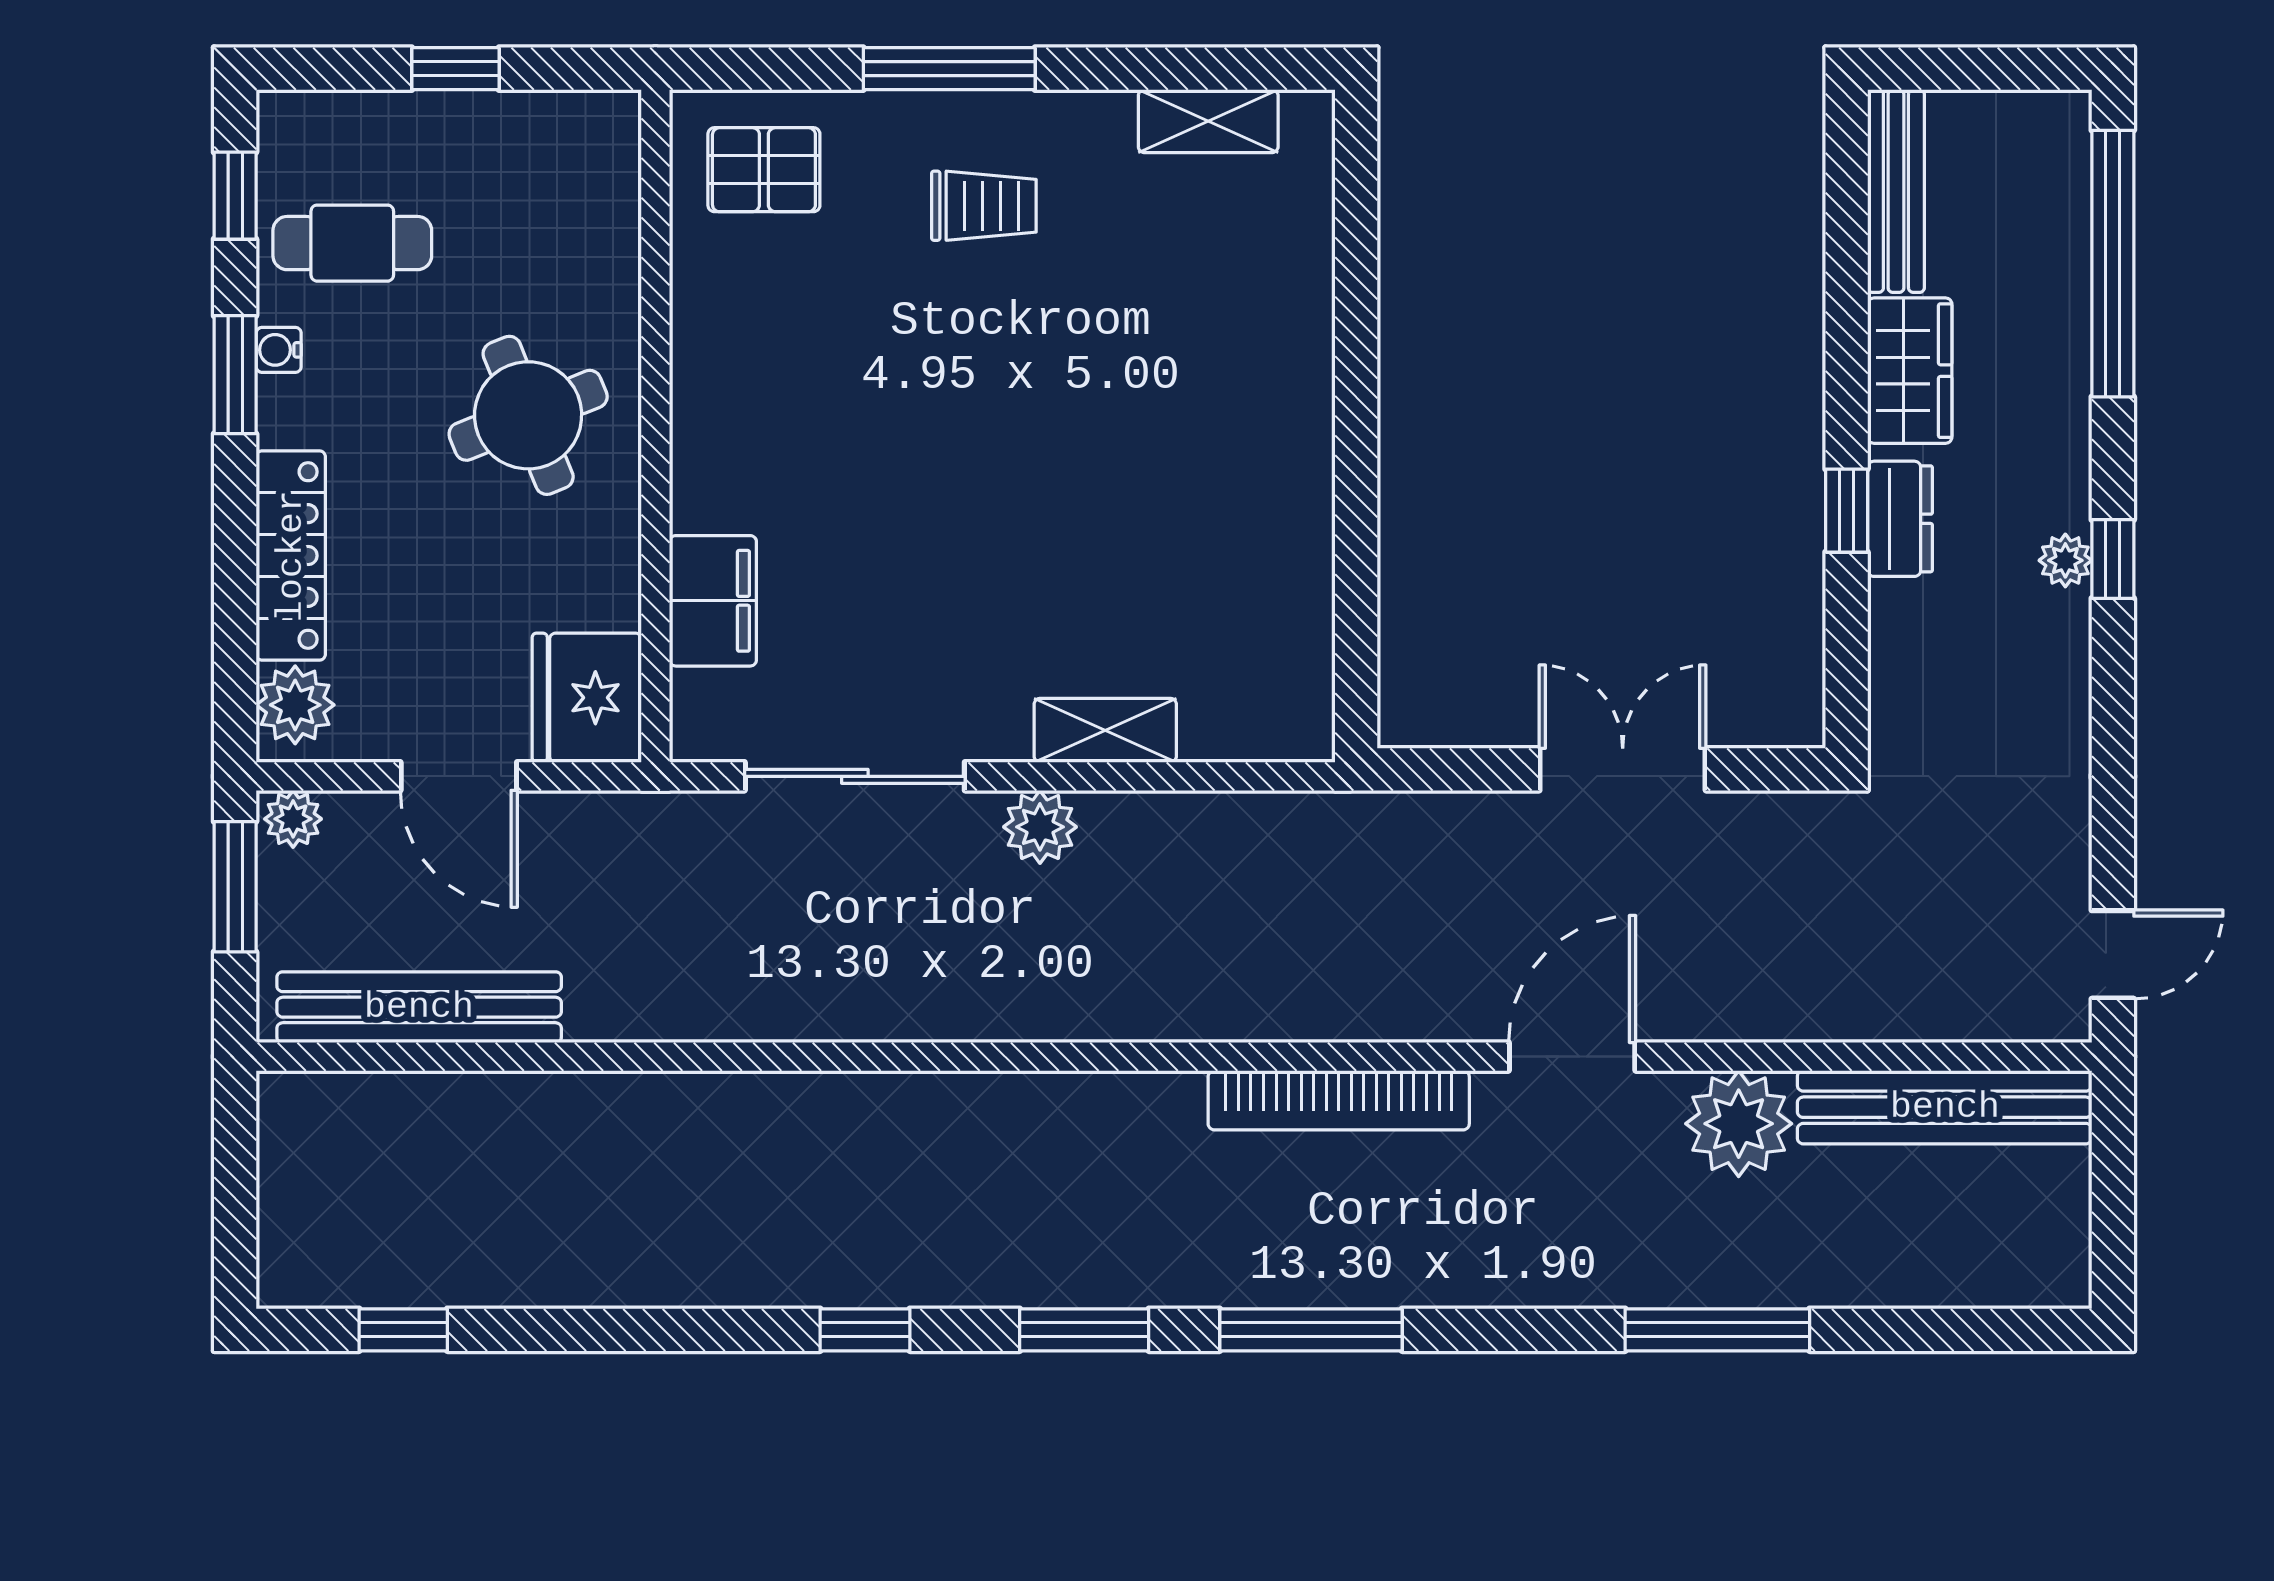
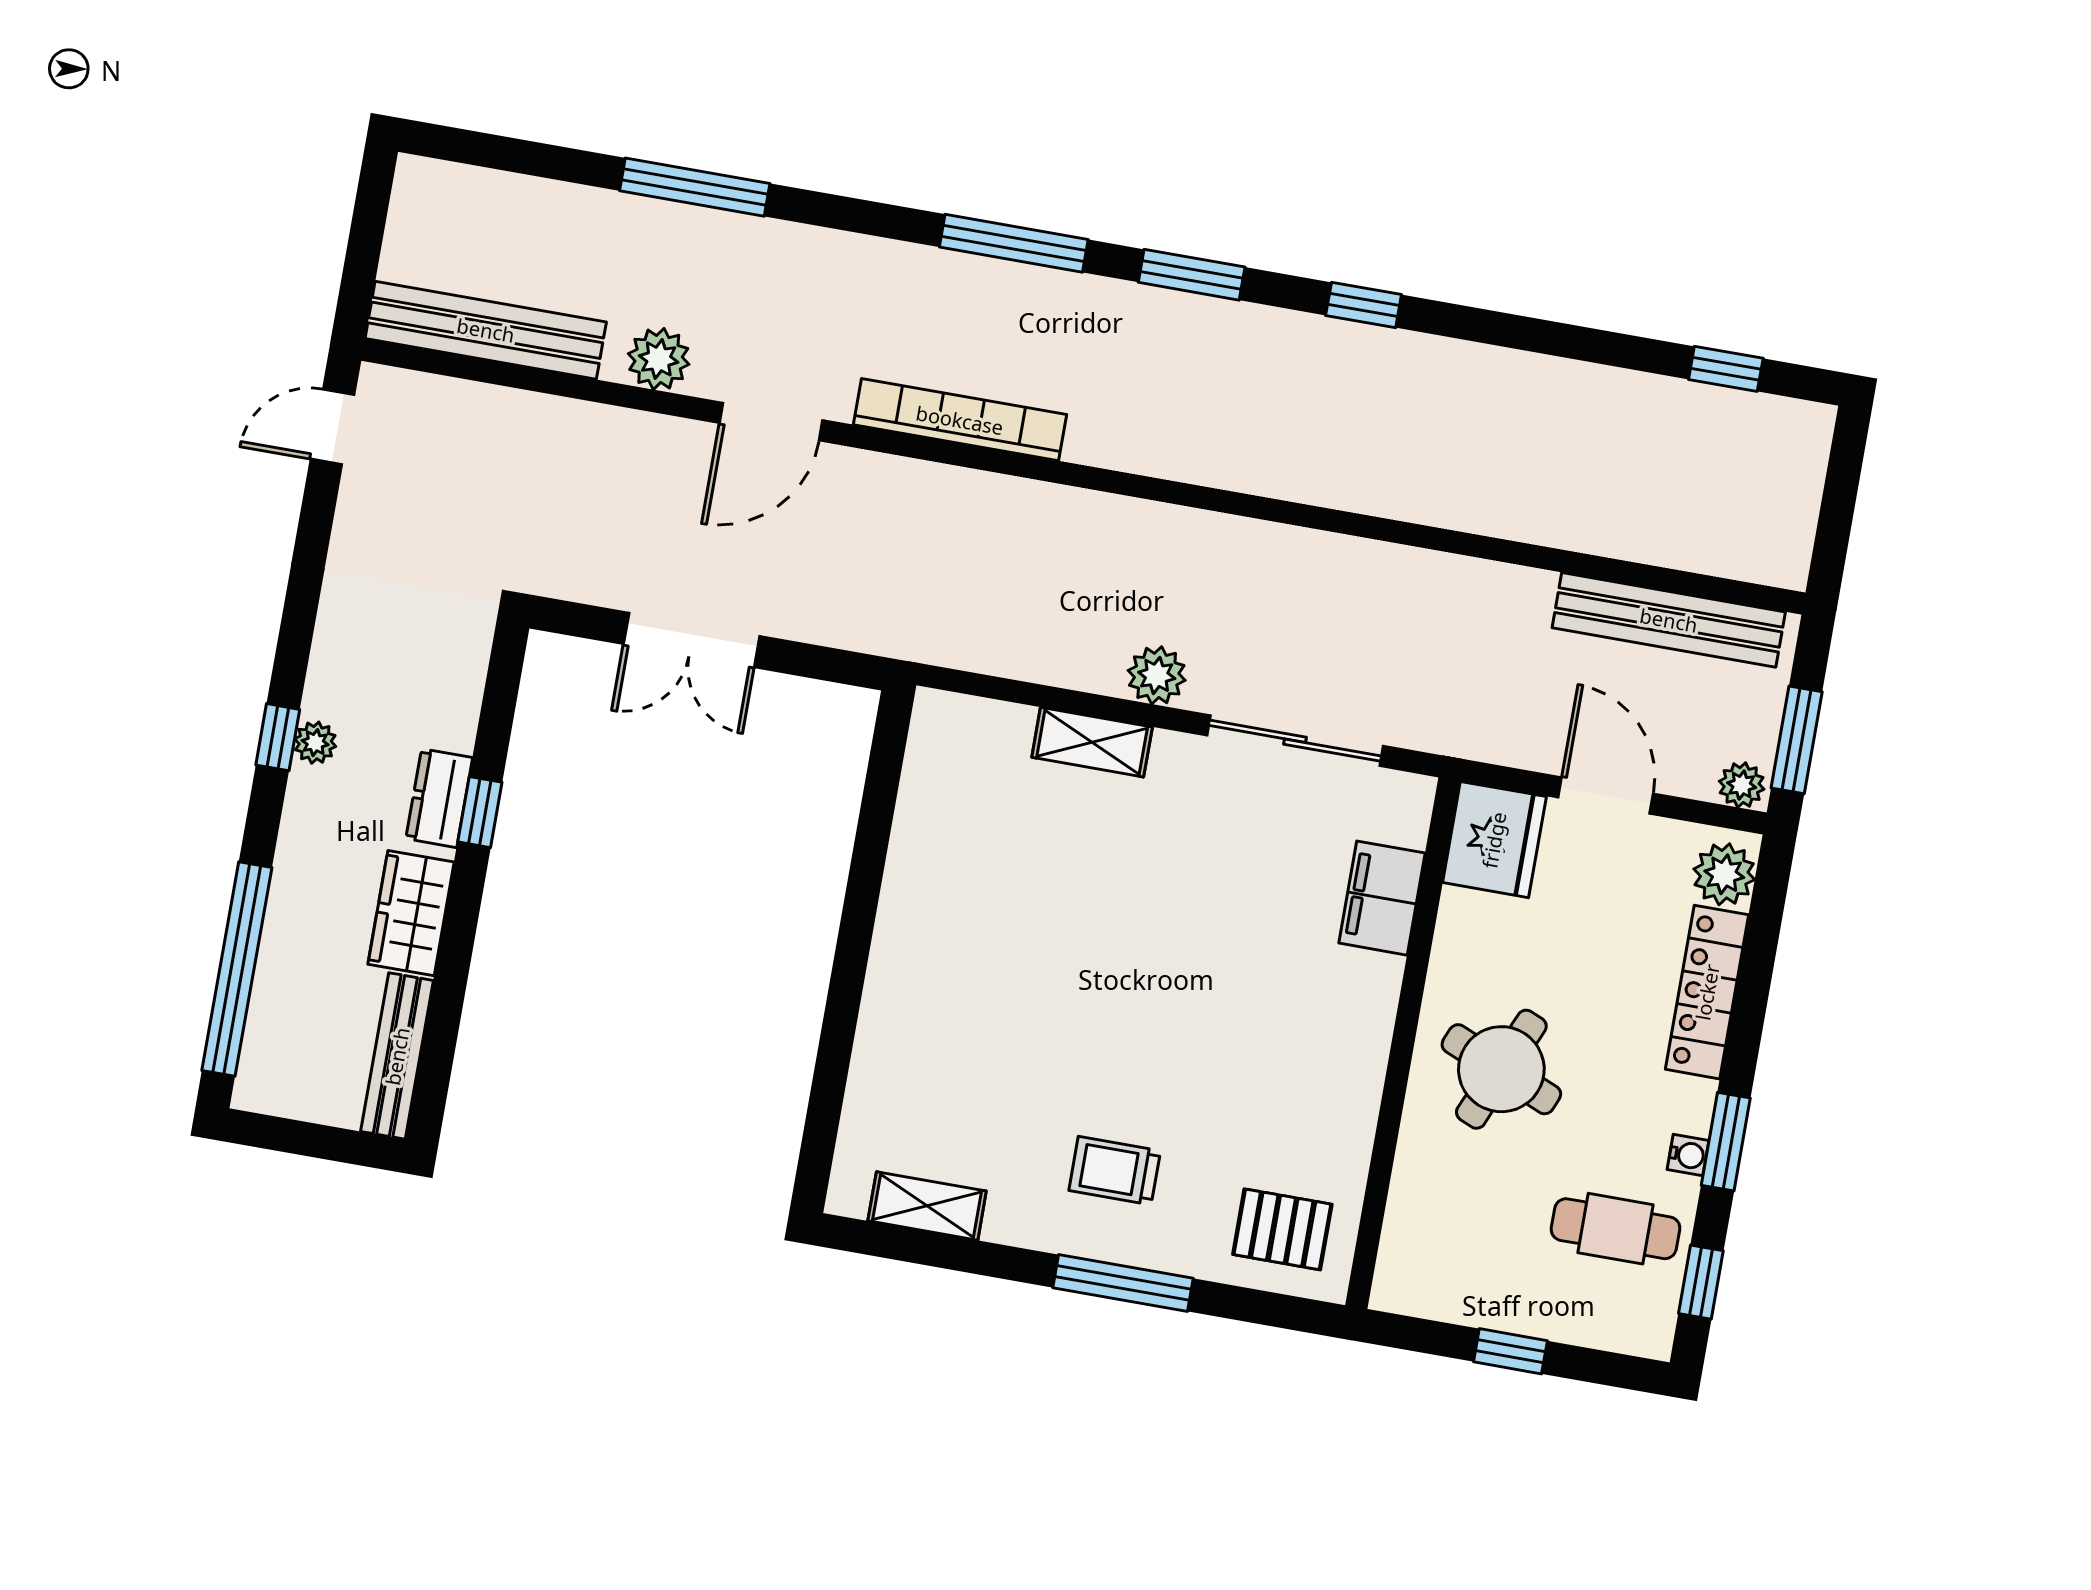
round table: (528, 415) -> (1501, 1069), turned 45
plant: (1739, 1124) -> (659, 359), width x0.73, depth x0.73

